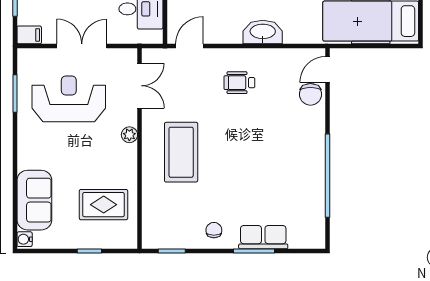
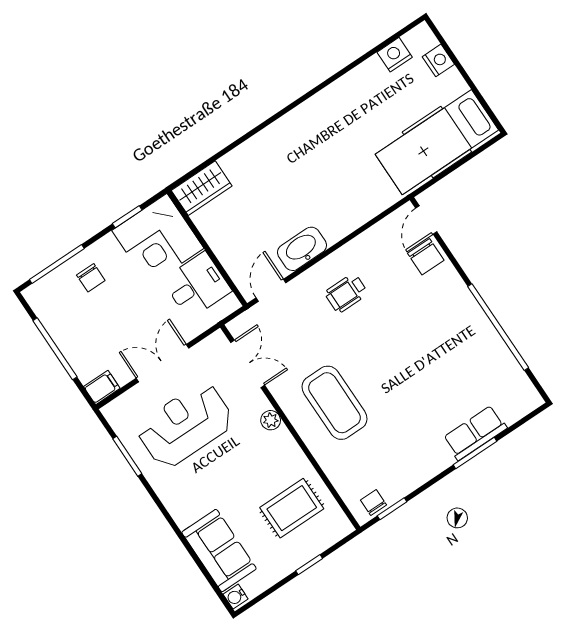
washbasin: (263, 32) -> (302, 249), moved
chair: (214, 230) -> (373, 503), moved

